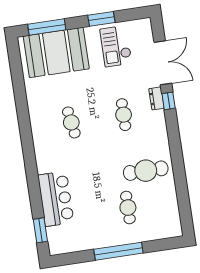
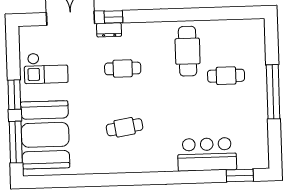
window: (101, 19) -> (14, 95), moved

